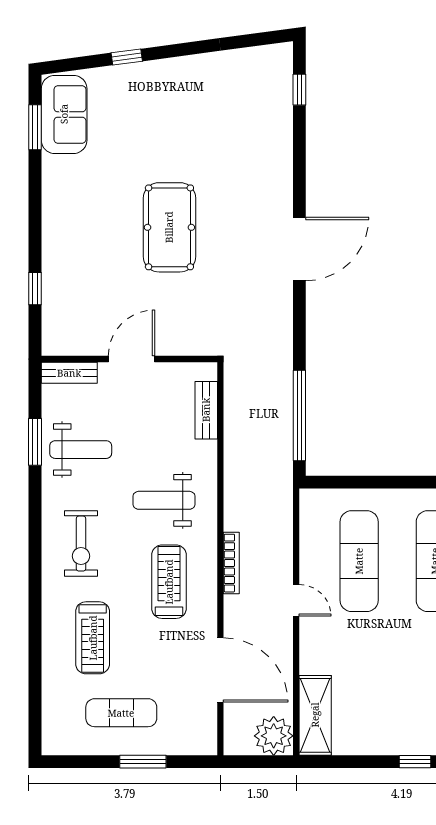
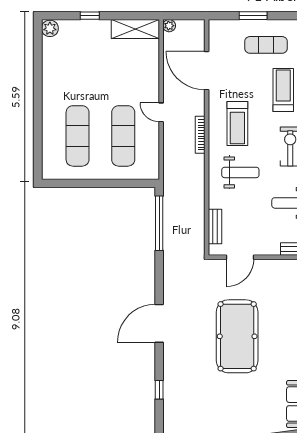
window: (299, 90) -> (159, 390), moved
pool table: (169, 227) -> (237, 336), width x1.36, depth x1.32
door: (132, 359) -> (240, 257), moved
shelving: (315, 715) -> (135, 29), moved, turned 90
plant: (274, 736) -> (169, 26), width x0.53, depth x0.53

